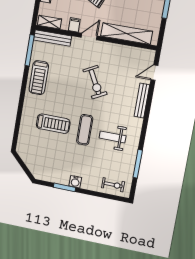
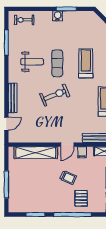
exercise bike: (95, 82) -> (55, 95), moved, turned 96
treadmill: (53, 124) -> (86, 63), turned 90

